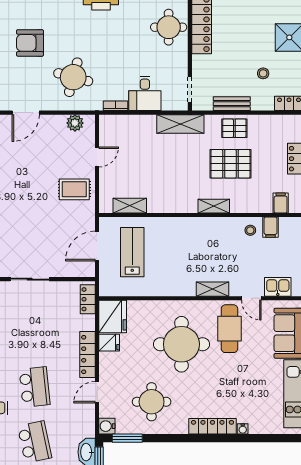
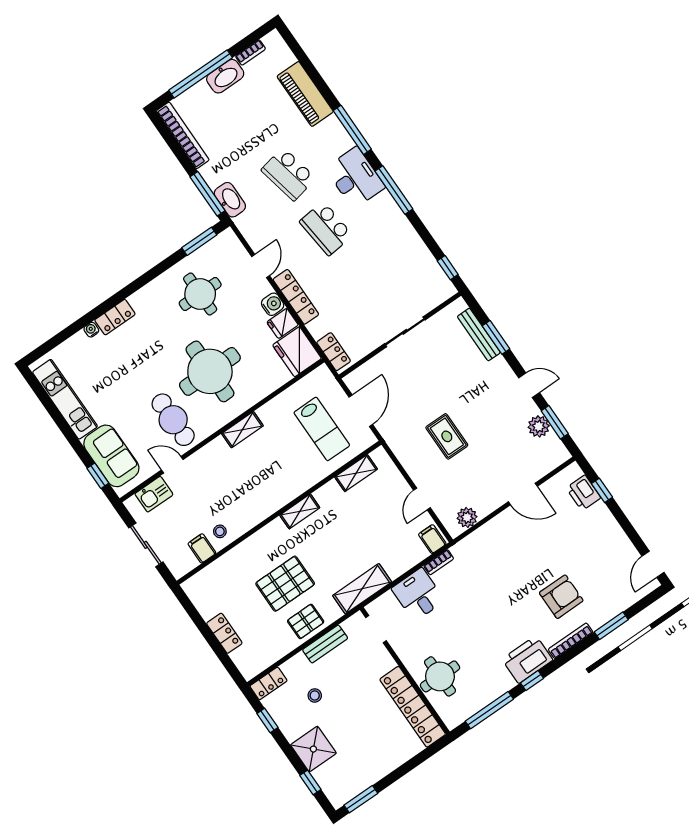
armchair: (30, 43) -> (561, 597), moved
round table: (73, 77) -> (500, 562), removed
door: (26, 113) -> (523, 494), swing flipped
rug: (74, 189) -> (447, 436), moved, turned 90
filing cabinet: (281, 203) -> (432, 539), moved, turned 180
shelving: (214, 206) -> (300, 511), moved
shelving: (213, 289) -> (242, 430), moved
water cooler: (107, 426) -> (273, 304), moved
locker: (212, 426) -> (115, 317), width x0.66

